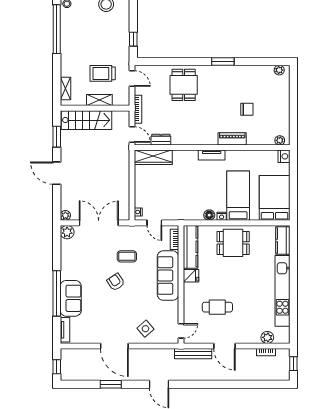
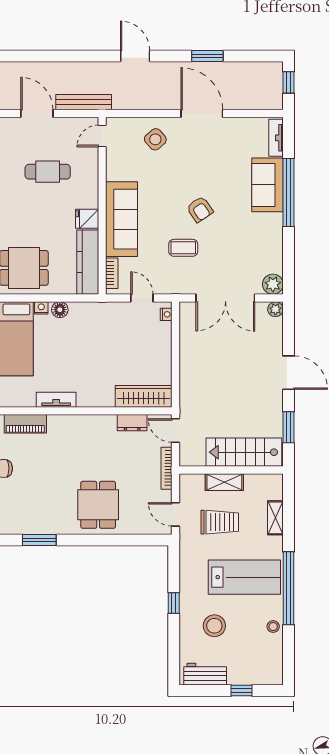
lab bench: (86, 37) -> (244, 577), added
window: (133, 39) -> (174, 603), moved
shelving: (65, 88) -> (275, 518), moved

